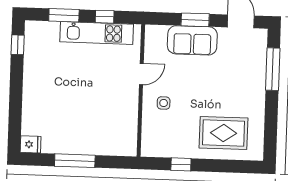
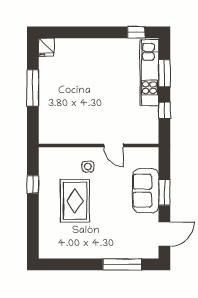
kitchen unit: (97, 33) -> (149, 72), moved
rug: (223, 133) -> (75, 201), moved

